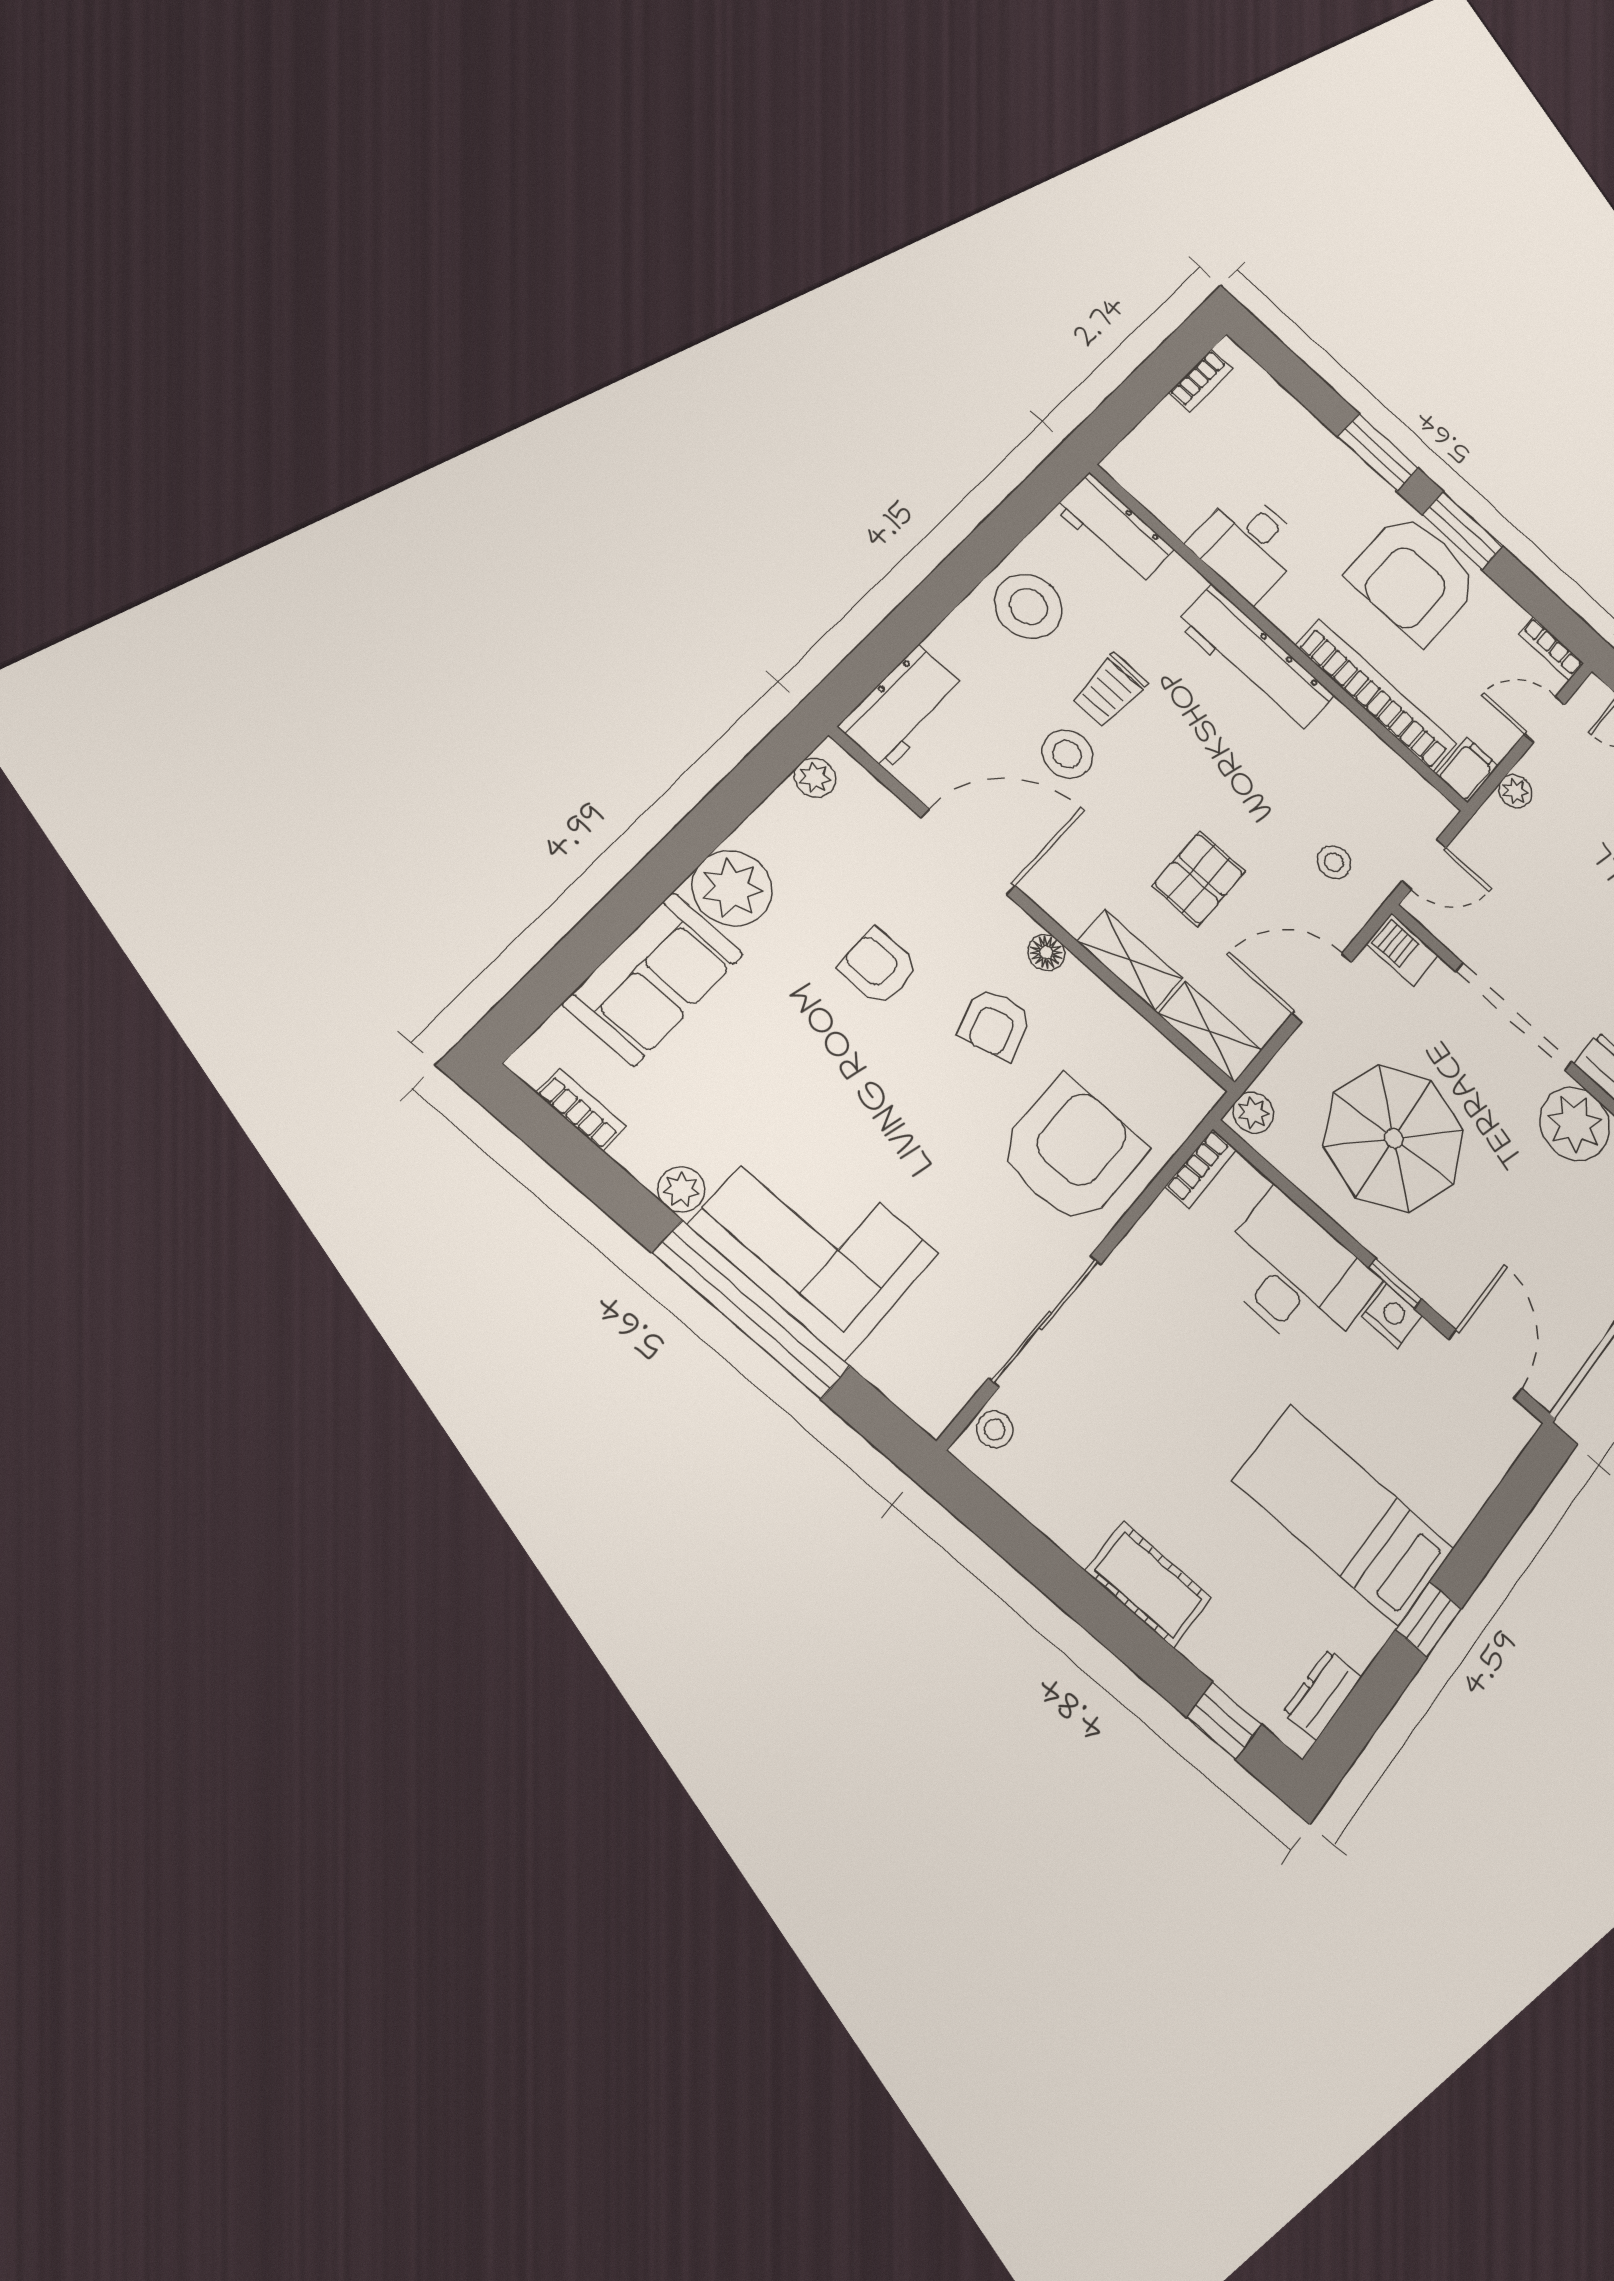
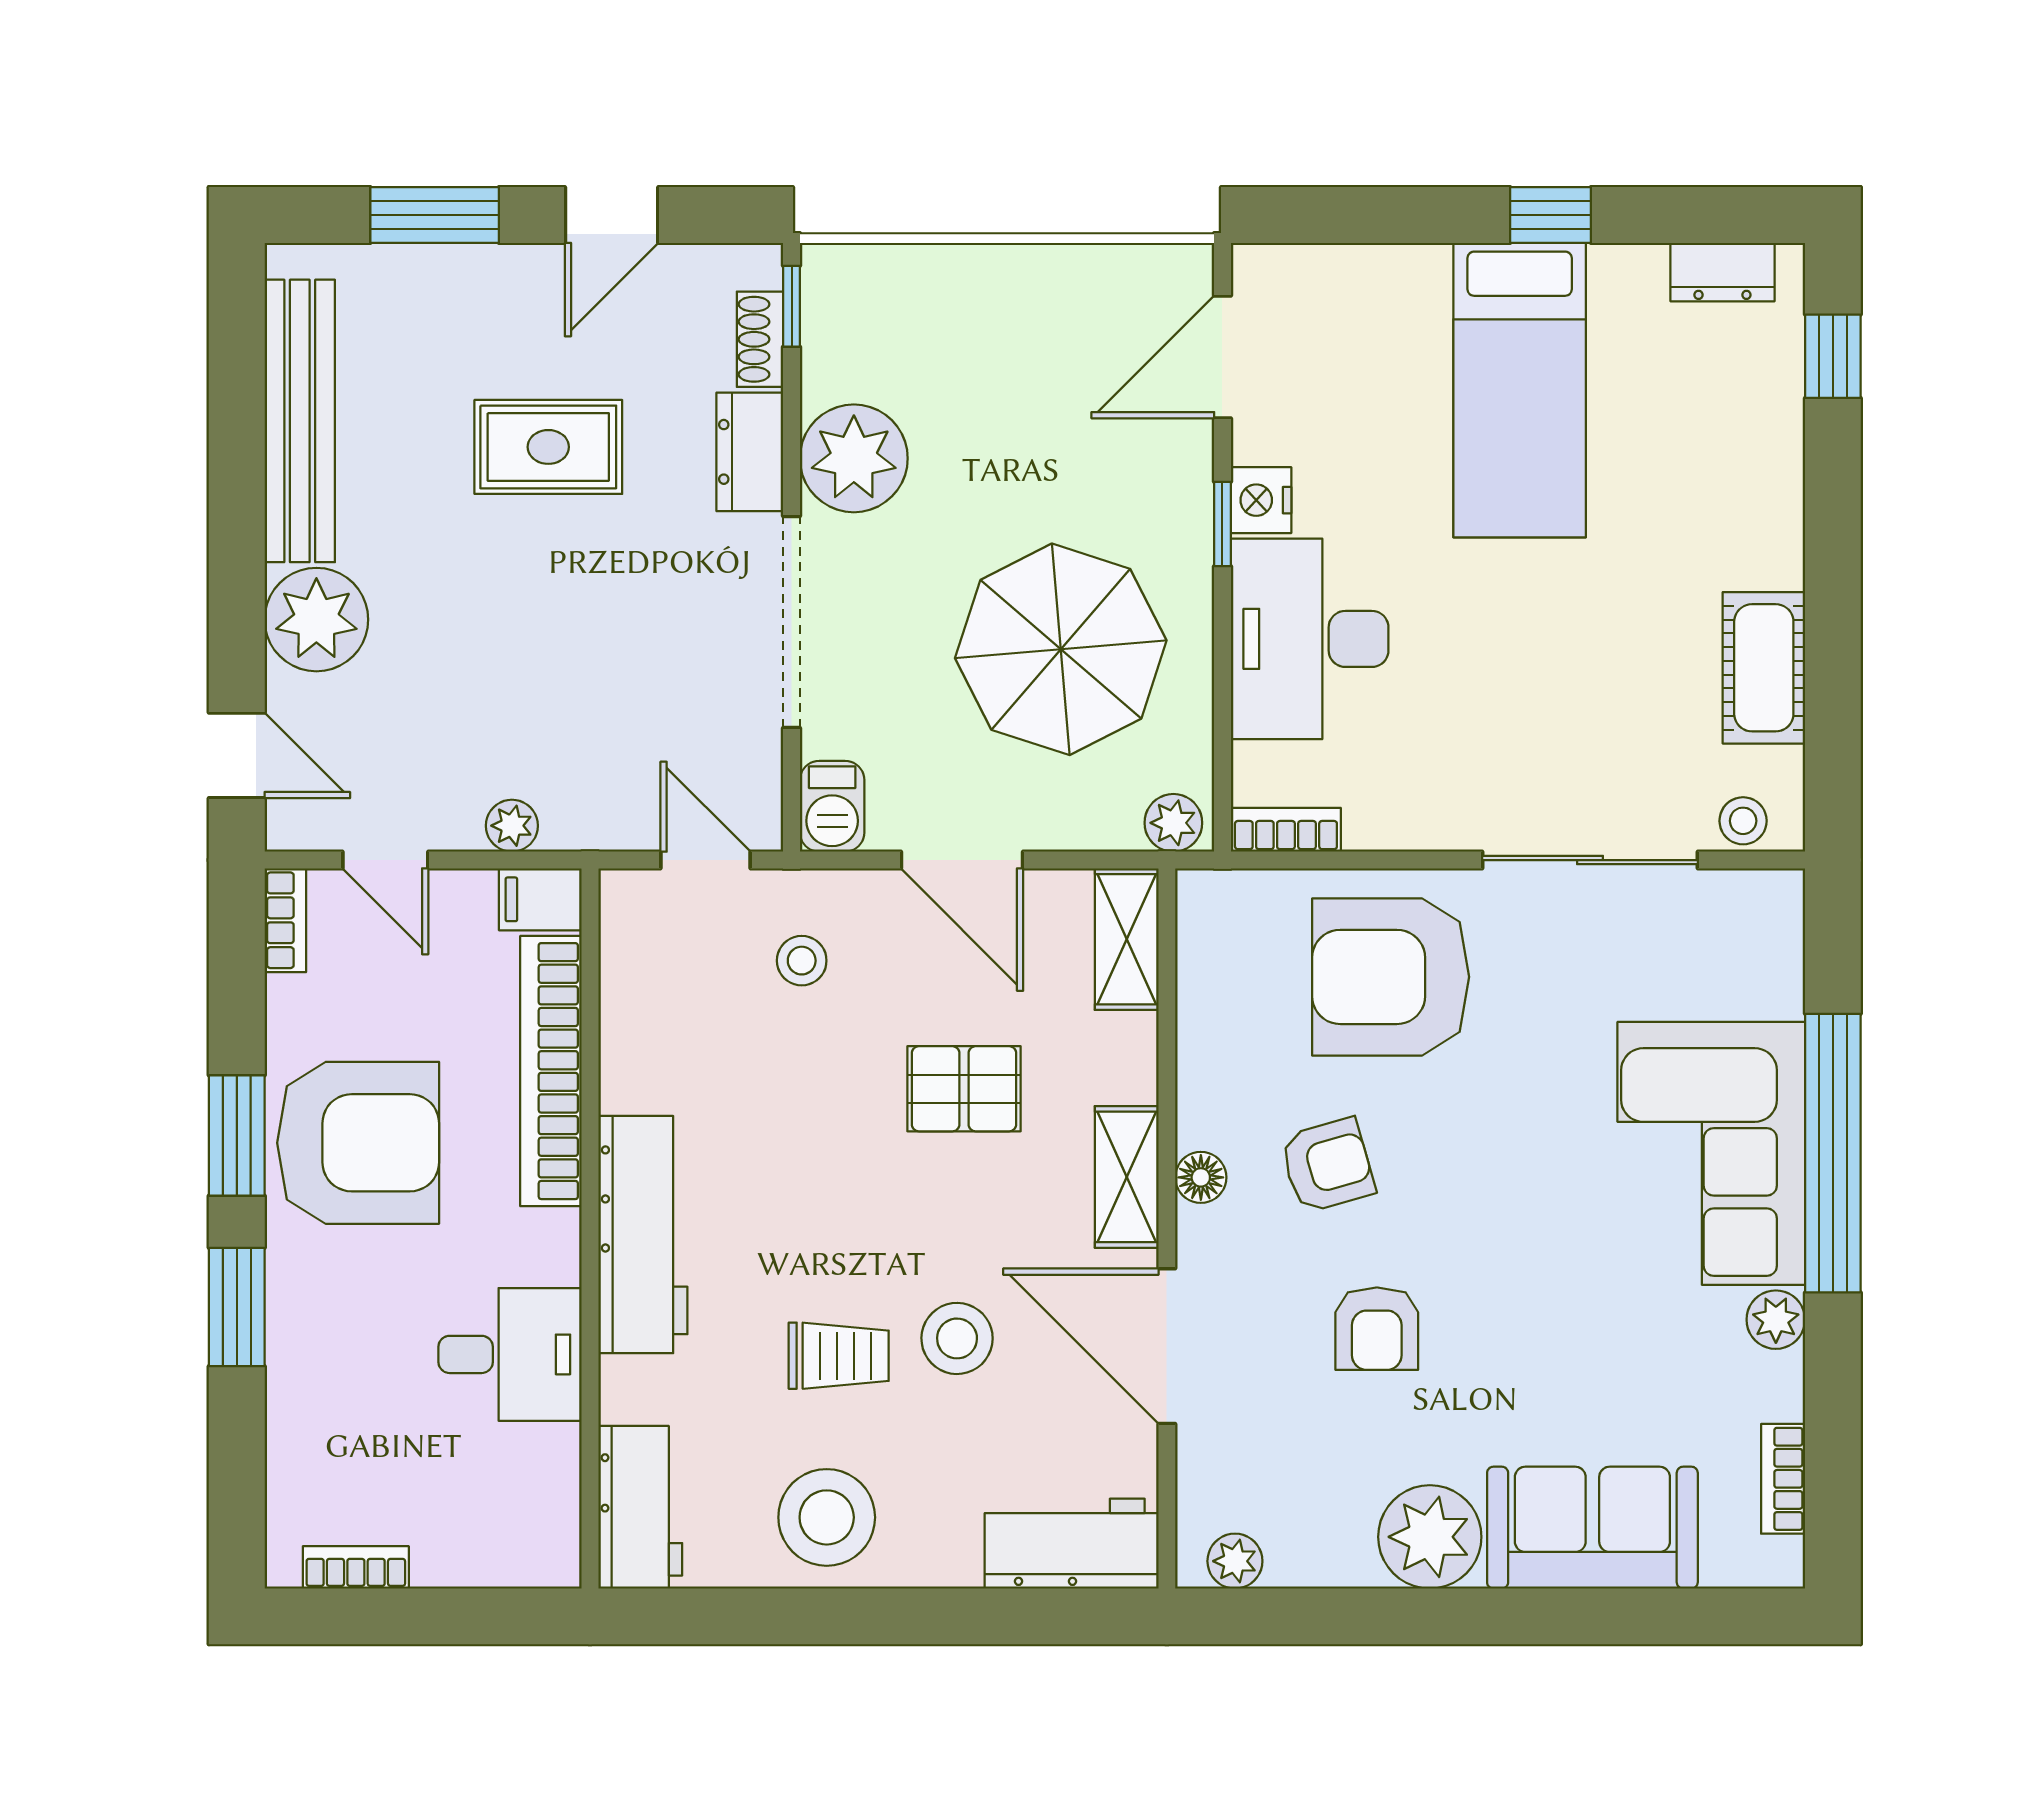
shelving: (1130, 960) -> (1127, 1177), moved
cot: (1148, 1585) -> (1764, 668), moved

